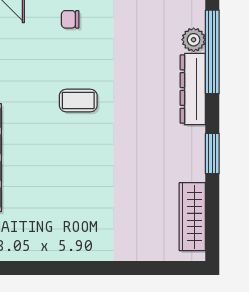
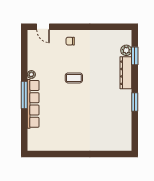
window: (212, 52) -> (135, 56), width x0.47
wardrobe: (192, 217) -> (126, 131), removed

